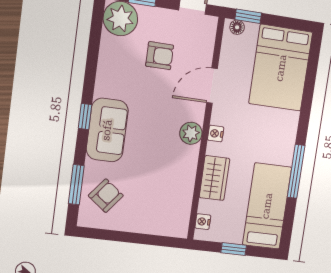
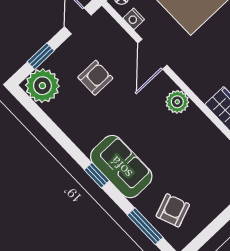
nightstand: (216, 134) -> (134, 19), moved
armchair: (106, 196) -> (173, 210), turned 31

